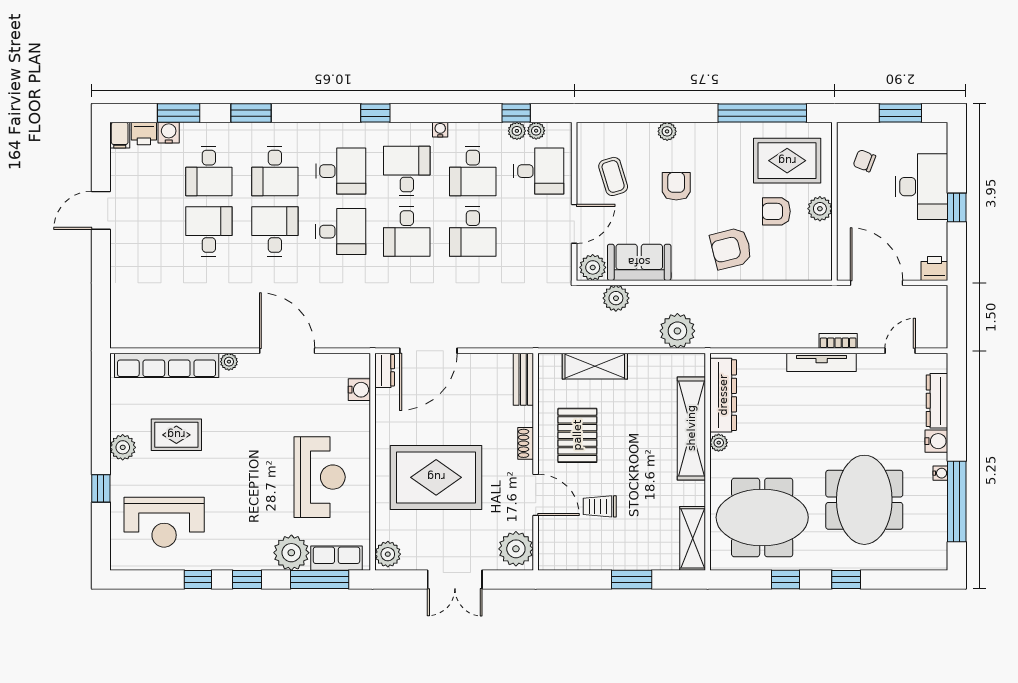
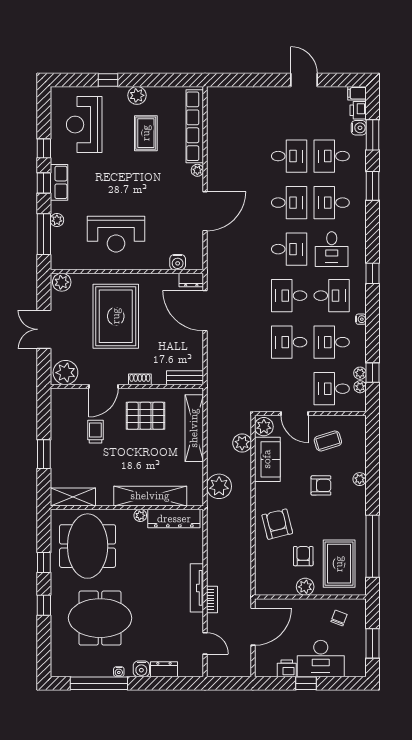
desk: (539, 171) -> (332, 389), turned 90
desk: (341, 232) -> (289, 249), turned -90
printer: (934, 268) -> (287, 668), moved, turned -90
shelving: (595, 366) -> (194, 428), width x1.47
dresser: (937, 401) -> (164, 669), width x0.70
plant: (291, 553) -> (57, 220), width x0.53, depth x0.53
row of seats: (336, 558) -> (59, 182), moved

